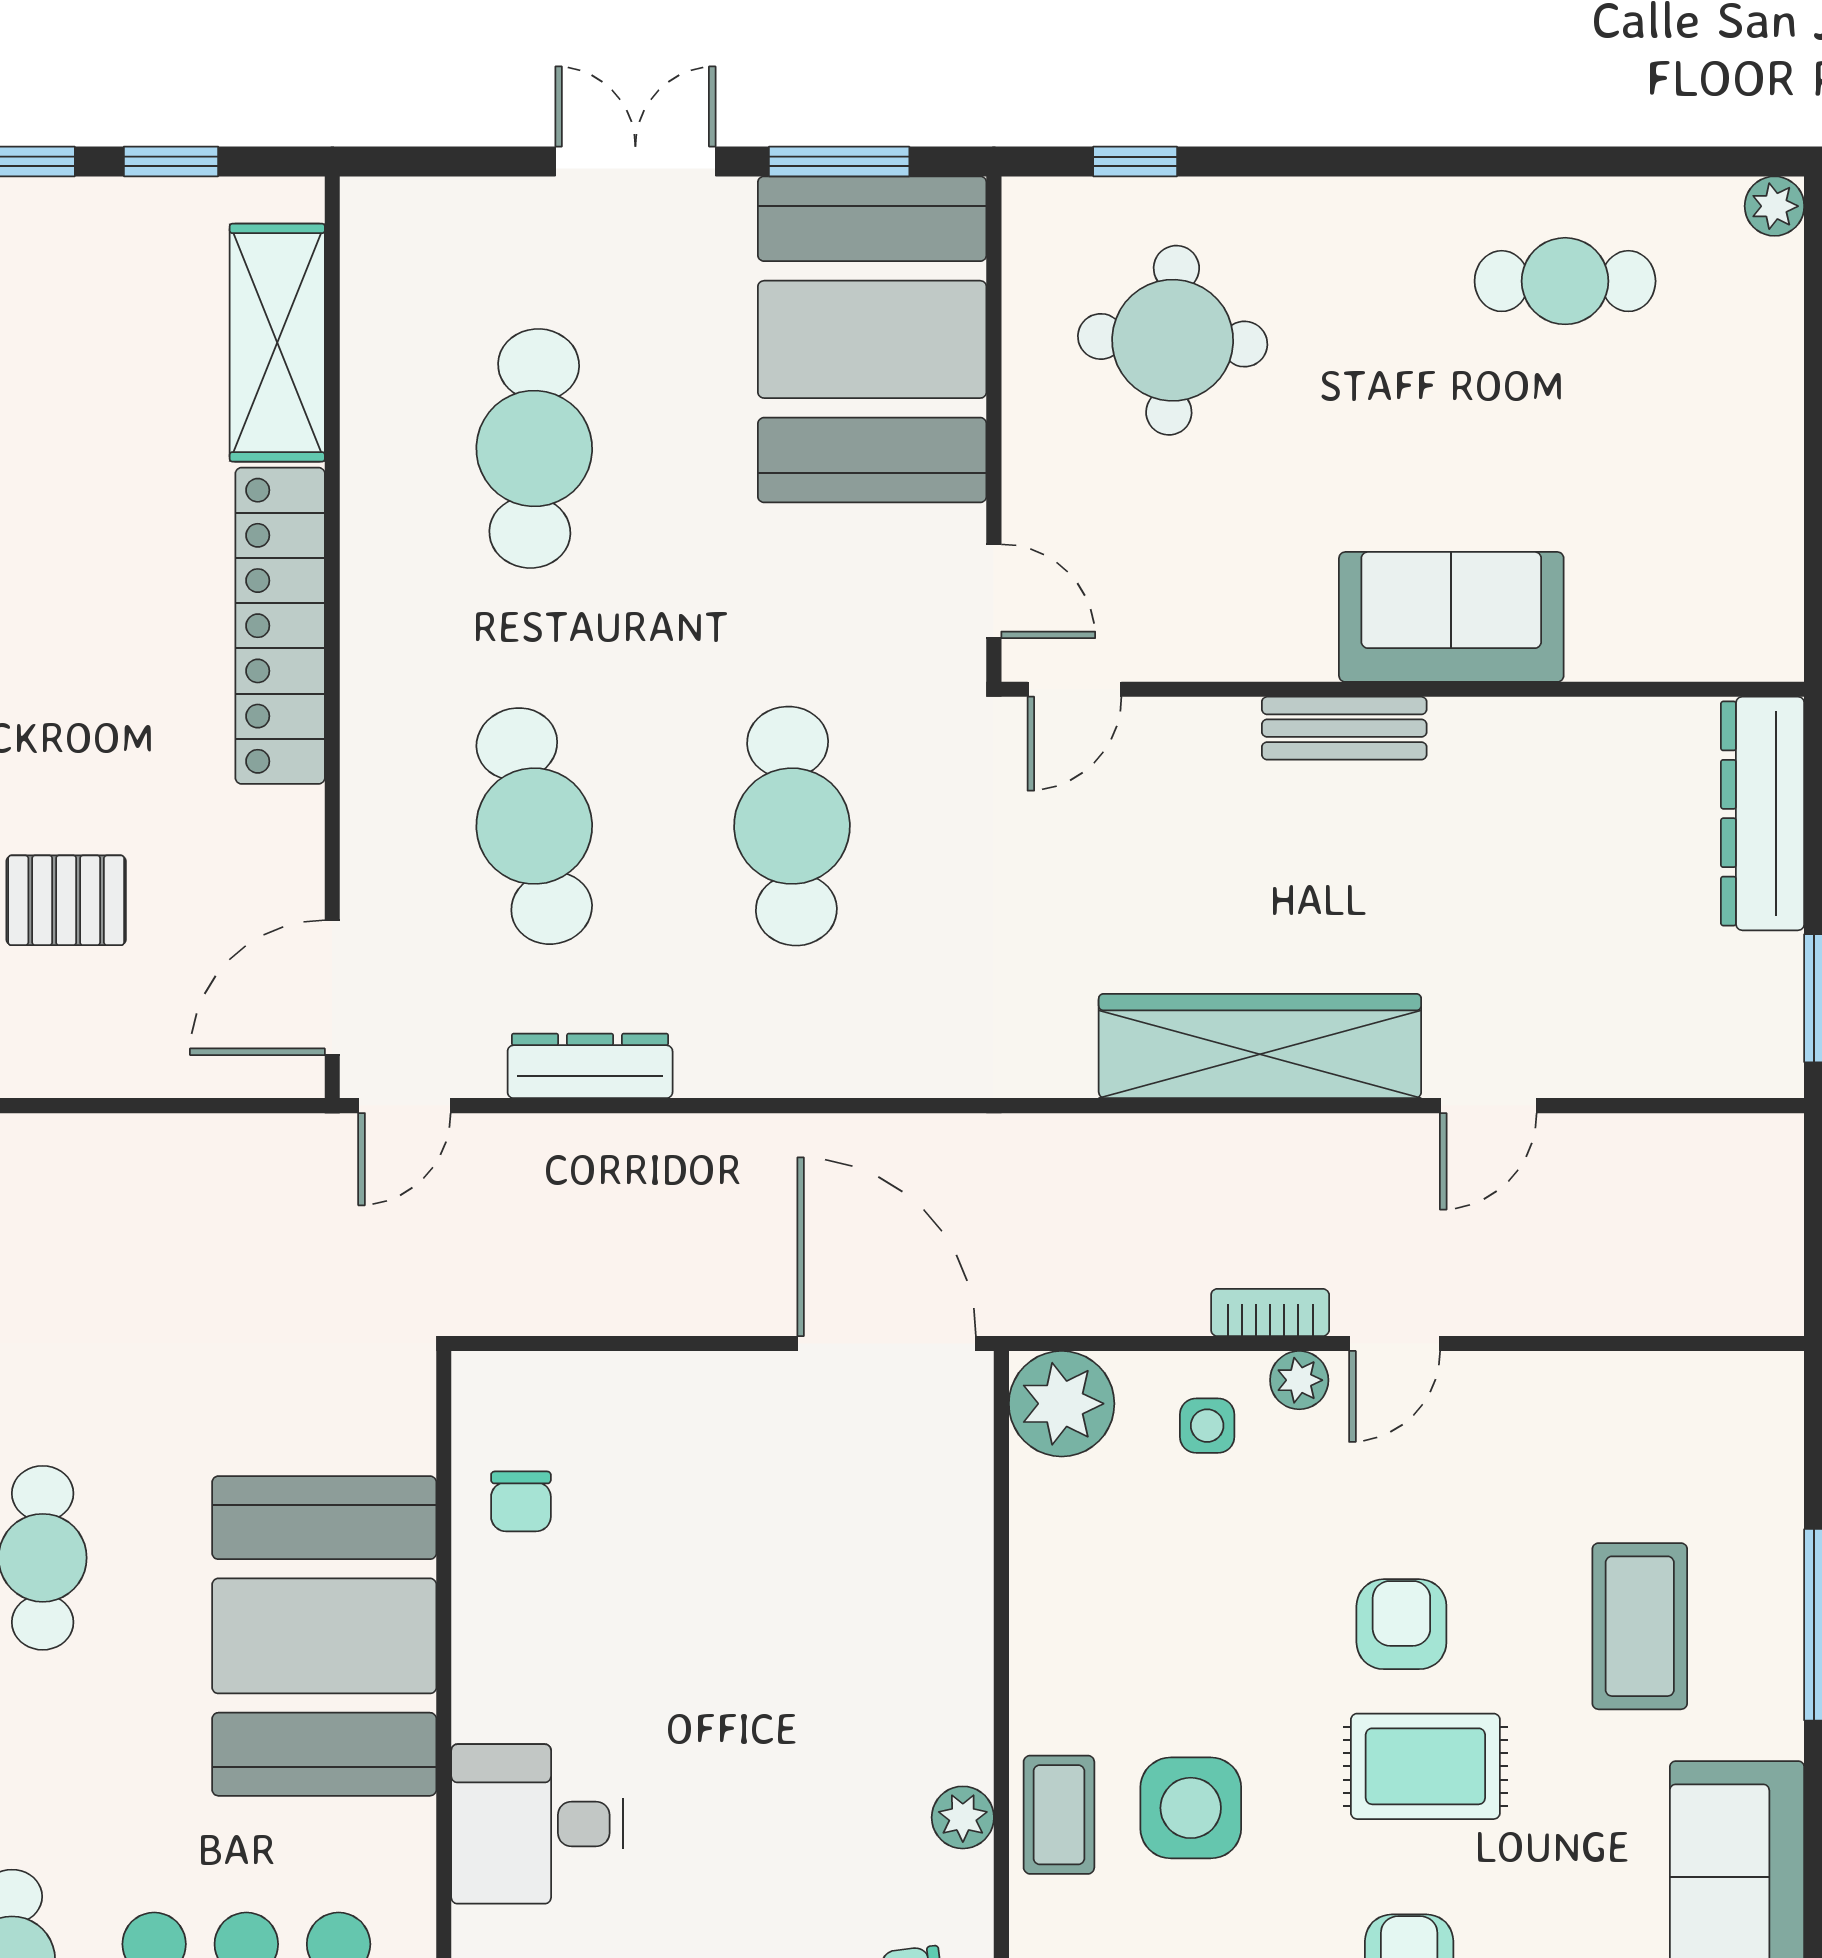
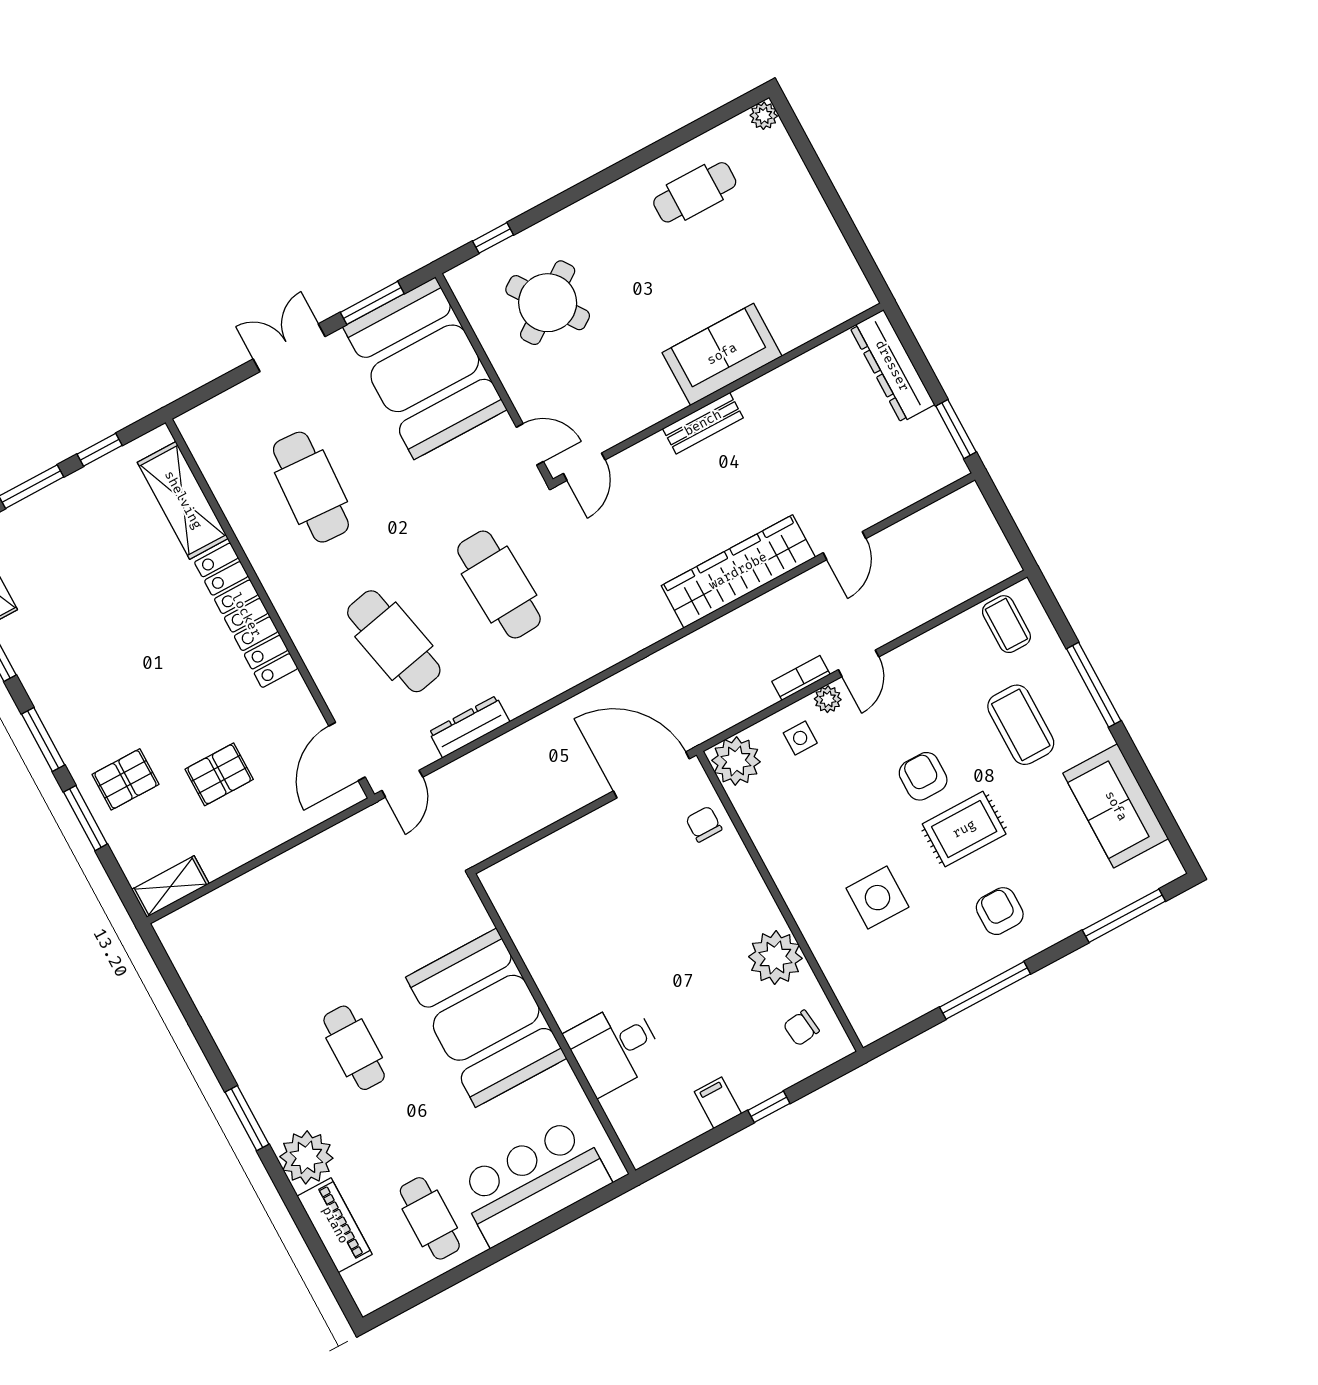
round table: (1173, 340) -> (548, 303), turned -38
chair: (521, 1501) -> (704, 824), moved, turned 180
coffee table: (1059, 1815) -> (1006, 624), moved
plant: (963, 1817) -> (775, 958), width x1.87, depth x1.87

